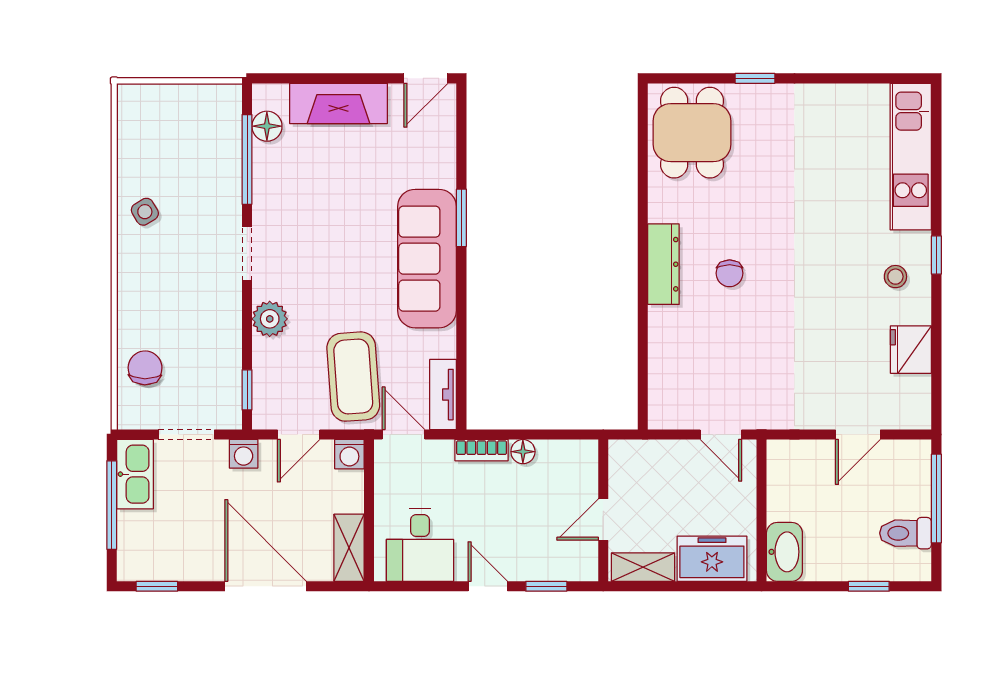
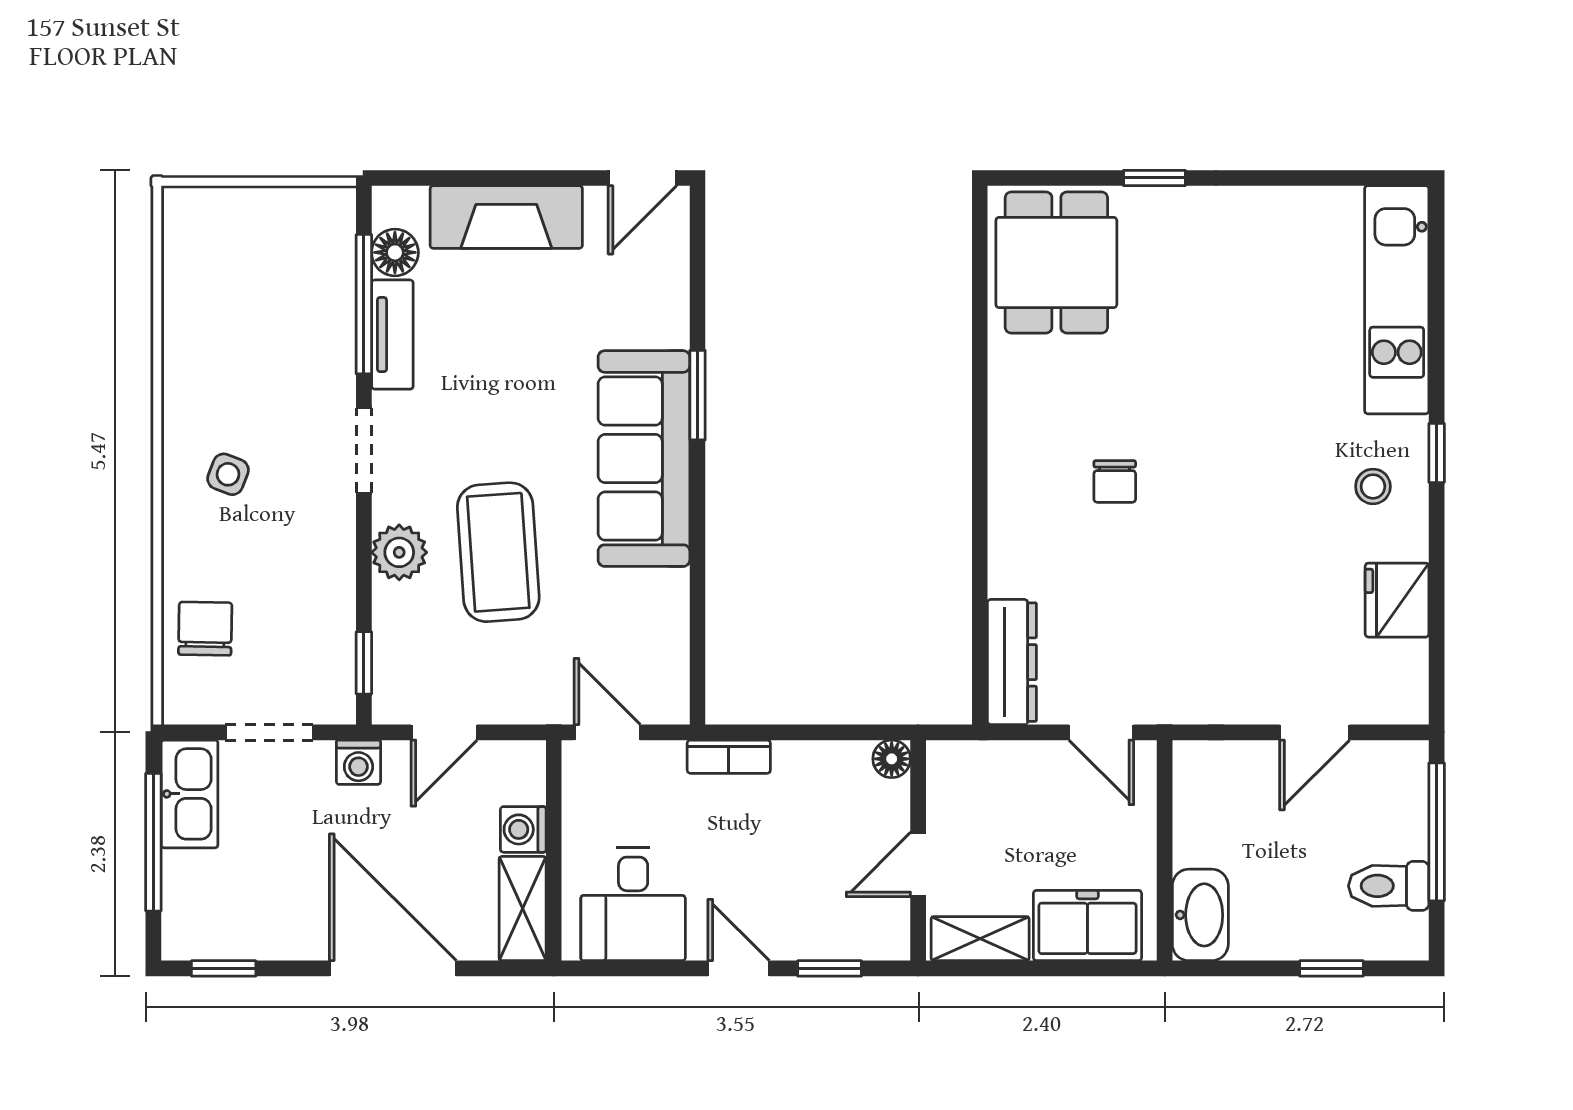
side table: (145, 212) -> (228, 474), moved, turned -38
dresser: (663, 264) -> (1012, 662), moved
coffee table: (353, 377) -> (498, 552), moved
tv unit: (443, 395) -> (392, 335), moved, turned 180
floor lamp: (523, 452) -> (892, 759), moved
washing machine: (349, 454) -> (523, 829), moved, turned 90

